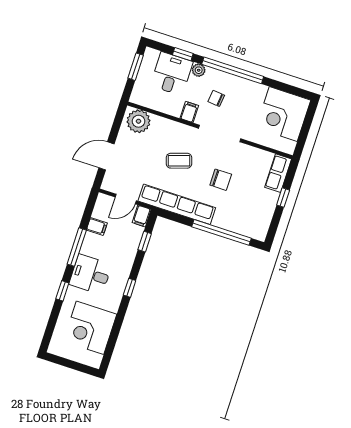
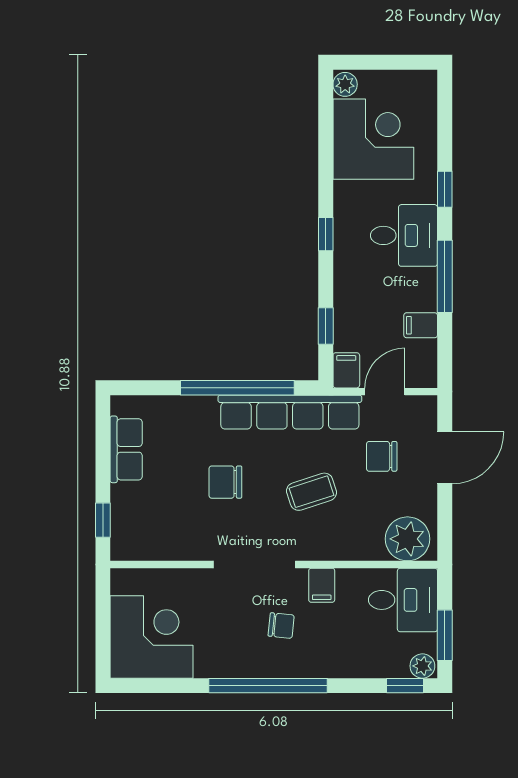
window: (183, 54) -> (405, 686), moved
plant: (199, 70) -> (422, 666), moved
desk: (172, 74) -> (403, 600), moved, turned -90
chair: (138, 167) -> (382, 456), added
row of seats: (278, 173) -> (126, 449), moved
window: (283, 198) -> (103, 520), moved
window: (221, 232) -> (237, 388), moved
plant: (95, 360) -> (345, 84), added

